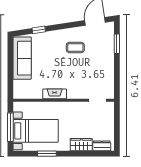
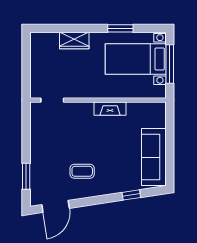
dresser: (102, 146) -> (46, 39), removed

